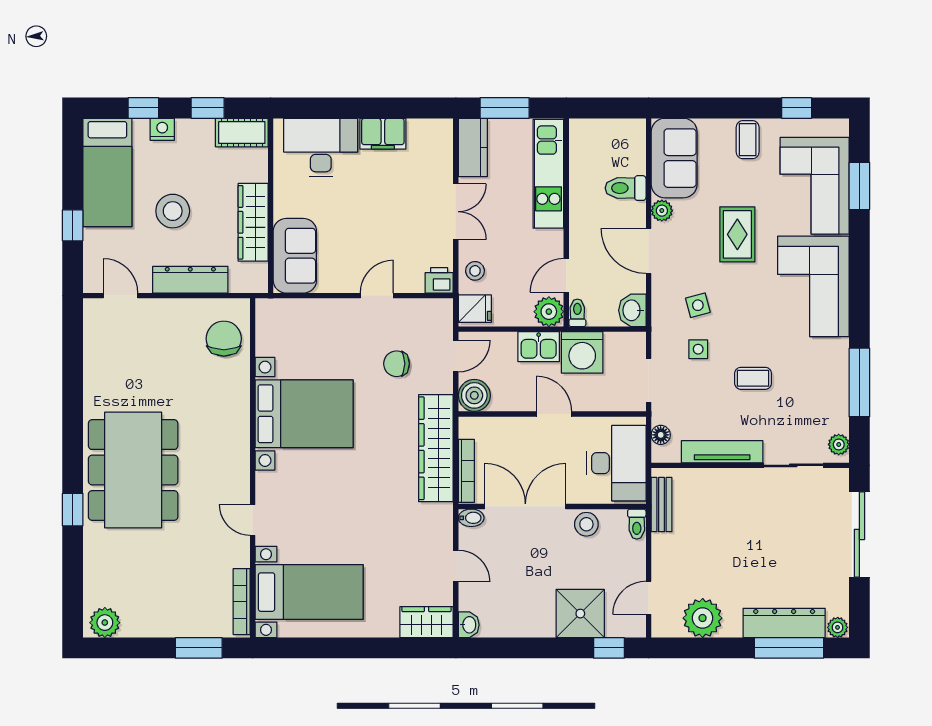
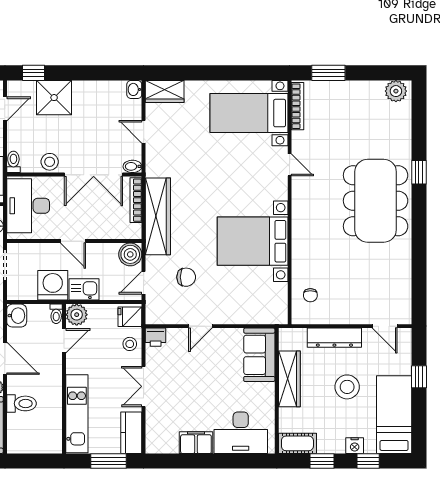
chair: (224, 339) -> (310, 295), width x0.54, depth x0.54

